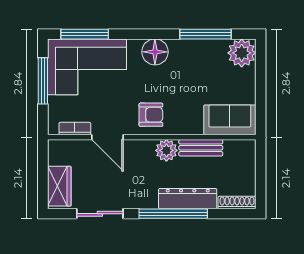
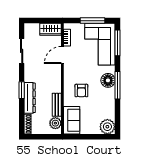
window: (205, 34) -> (117, 85), moved
armchair: (151, 115) -> (81, 91), moved
plant: (166, 150) -> (55, 123), moved
wardrobe: (59, 186) -> (51, 29), moved
window: (173, 214) -> (22, 90), width x0.47

